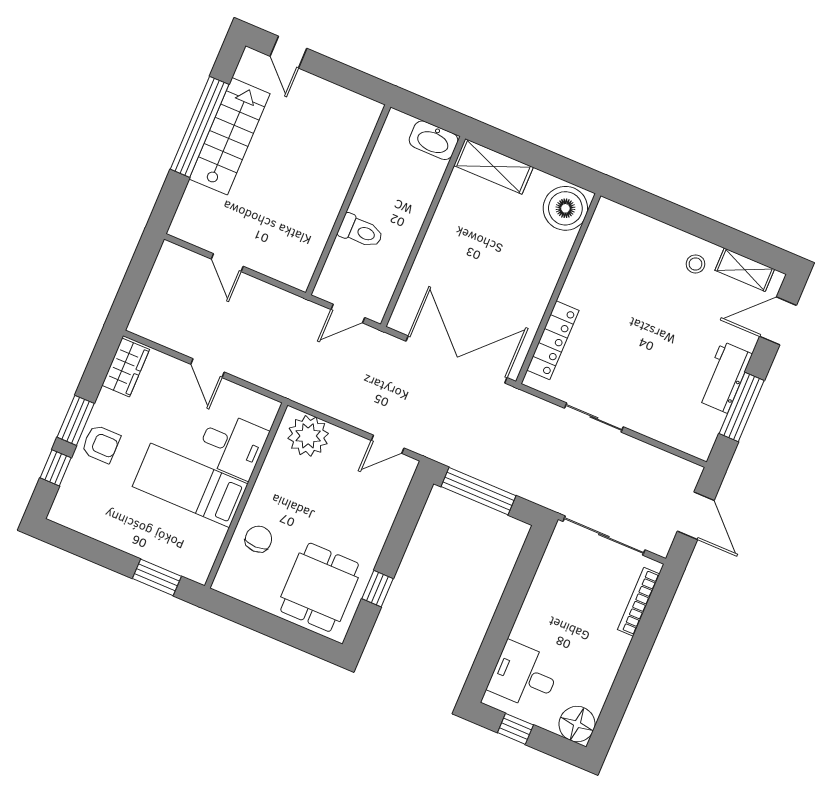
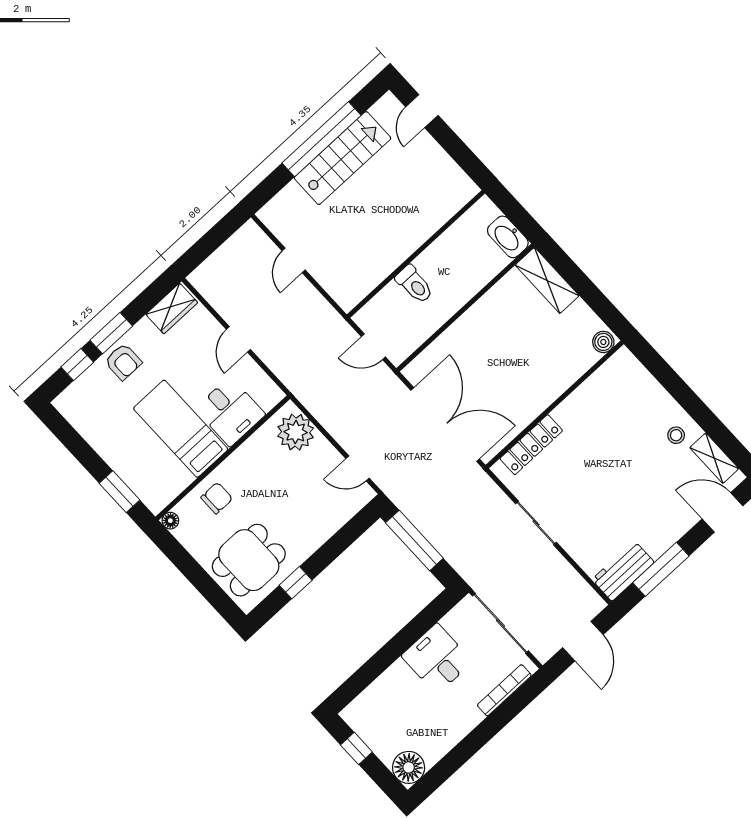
boiler: (565, 208) -> (603, 342), width x0.54, depth x0.54
workbench: (725, 377) -> (623, 571), moved
floor lamp: (222, 583) -> (170, 521), added
desk: (524, 676) -> (437, 659), moved

